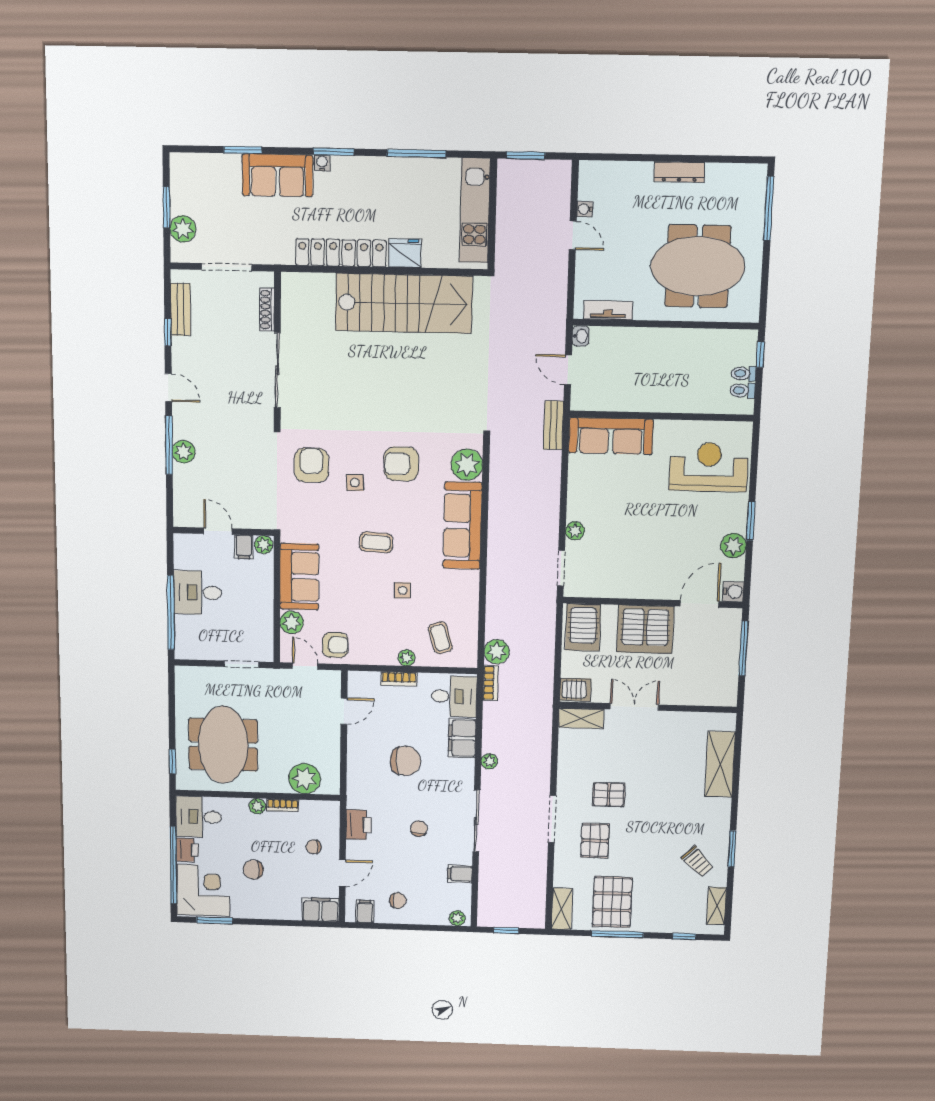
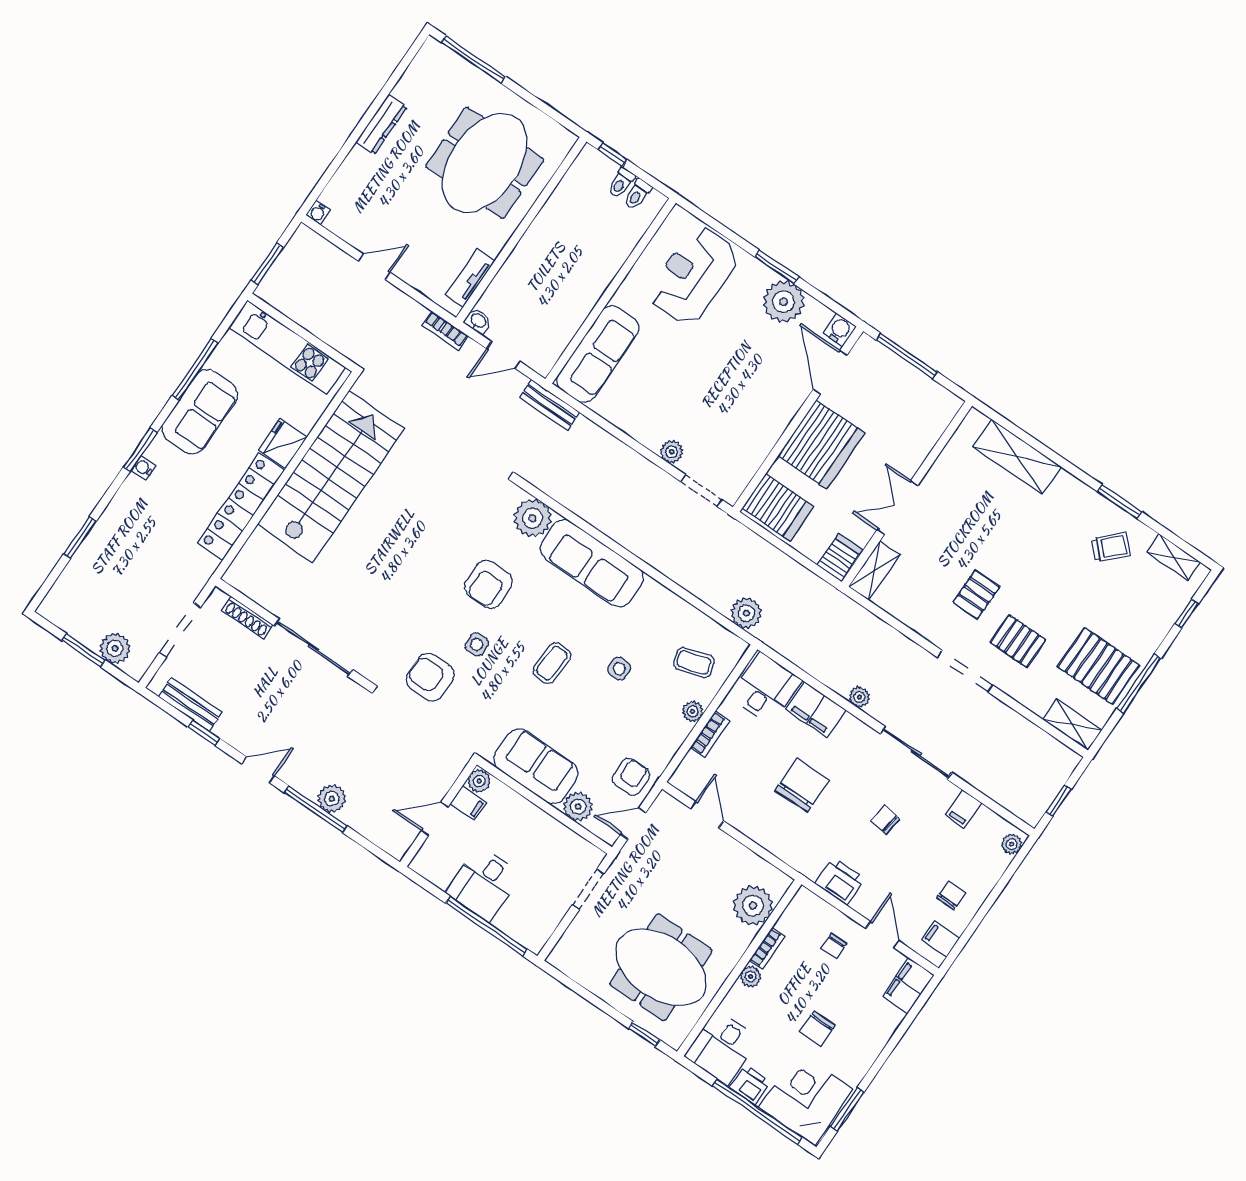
sofa: (277, 175) -> (200, 412), moved
water cooler: (585, 209) -> (318, 213), moved
plant: (733, 546) -> (784, 302), width x1.36, depth x1.36
bookcase: (491, 683) -> (445, 331), moved, turned 180

